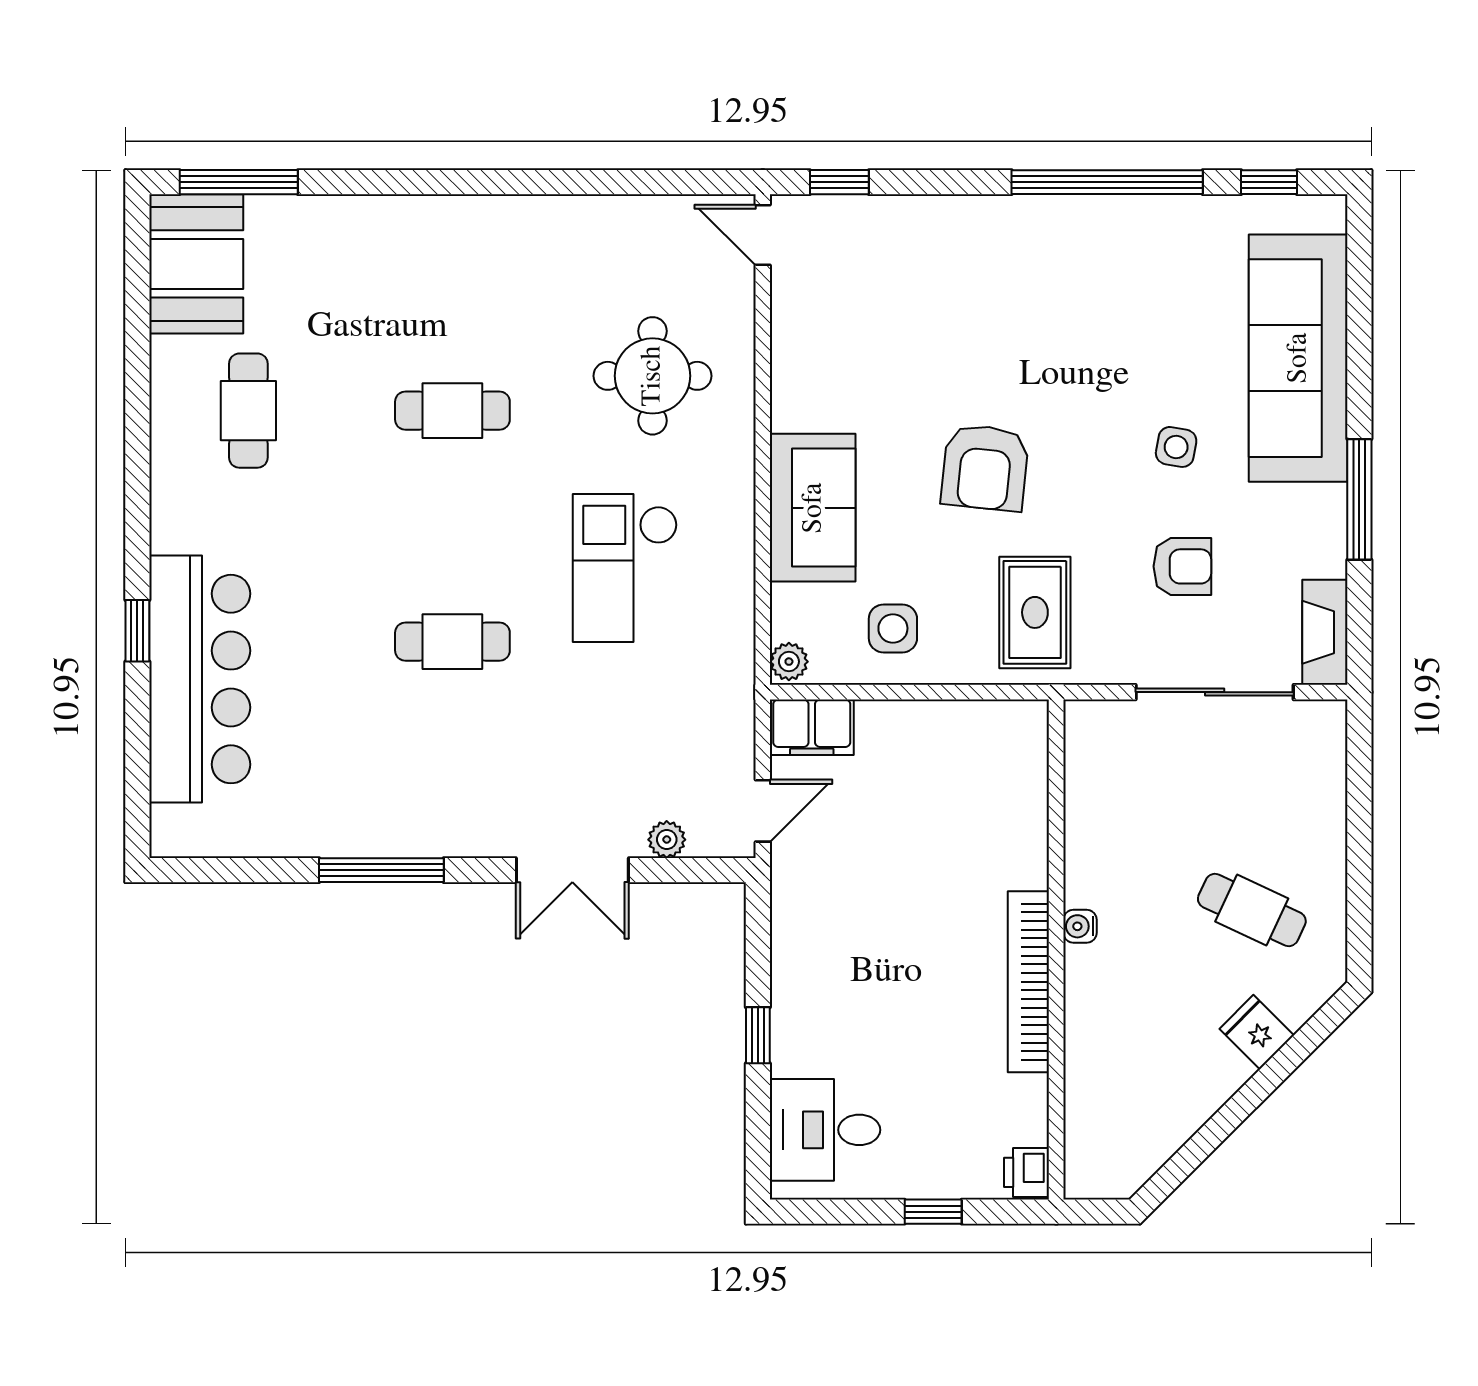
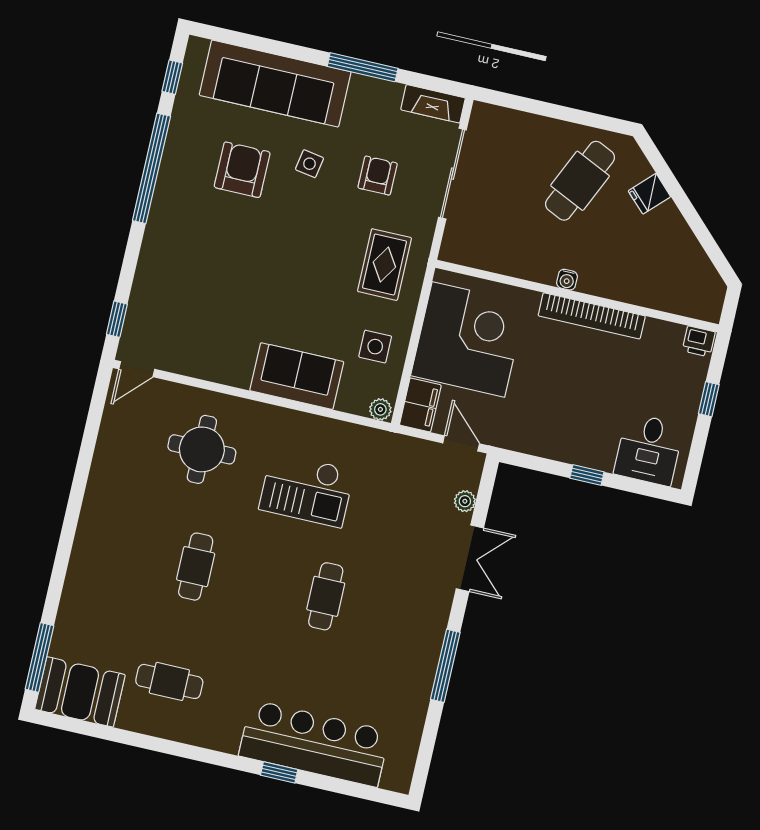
armchair: (985, 467) -> (242, 170), moved, turned -96
rug: (1035, 612) -> (384, 265), turned 90
corner desk: (941, 783) -> (468, 339), added
cafe table: (1252, 910) -> (580, 181), width x1.37, depth x1.35

